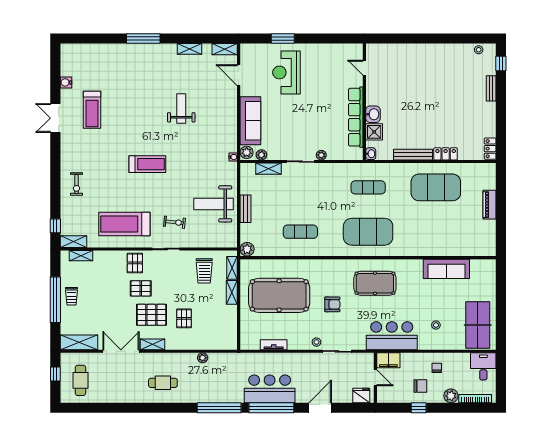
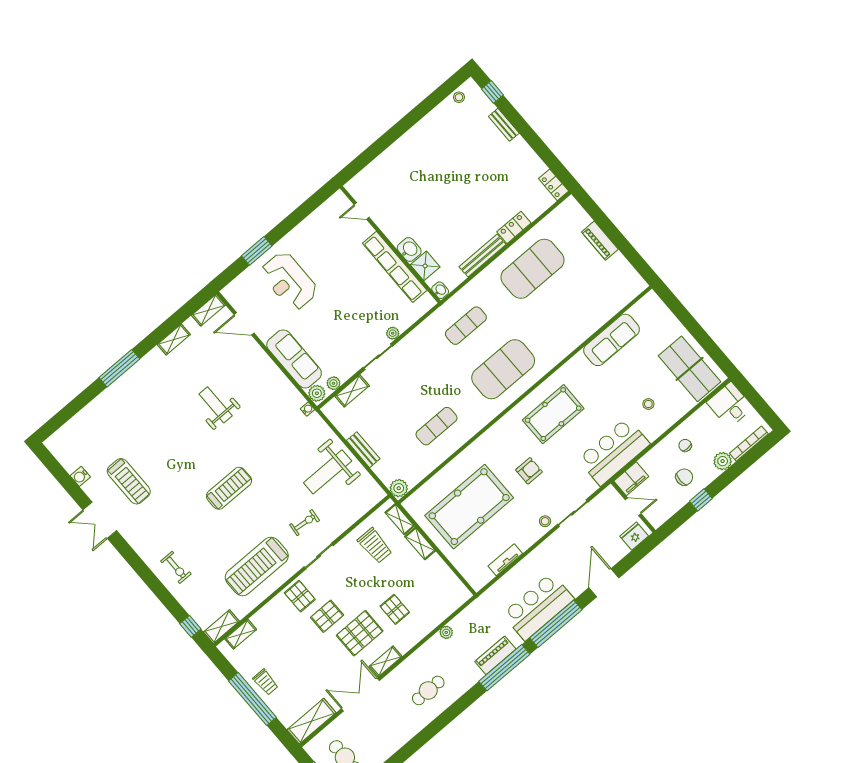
piano: (220, 396) -> (495, 655), added

